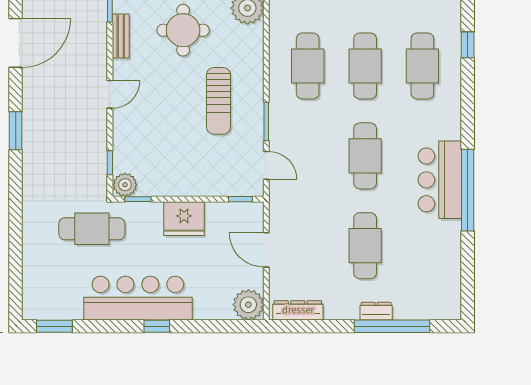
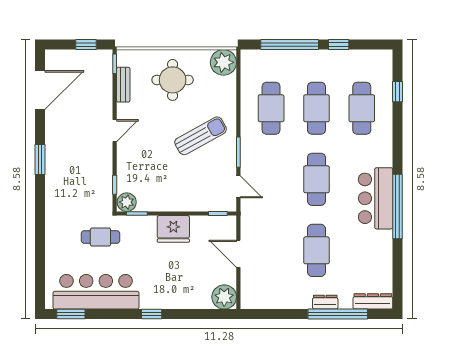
sun lounger: (218, 101) -> (201, 136), turned -119
cafe table: (92, 229) -> (100, 237), width x0.73, depth x0.74
bar counter: (138, 298) -> (96, 292), moved
dresser: (298, 310) -> (373, 301), moved

